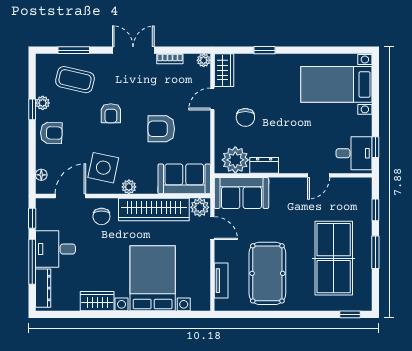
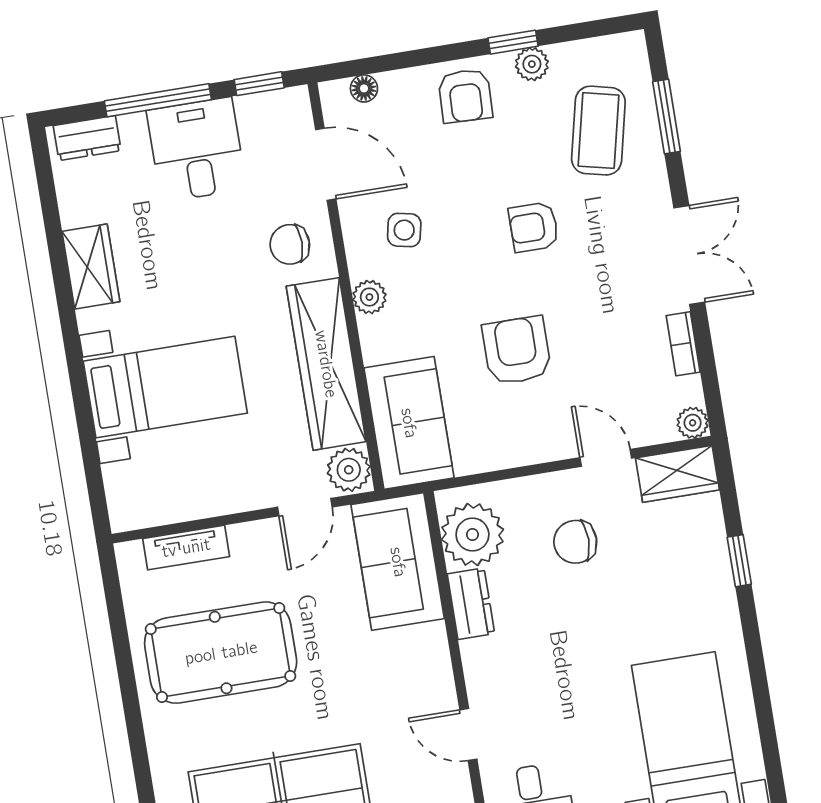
side table: (103, 168) -> (404, 230), width x0.54, depth x0.54
bed with nightstands: (153, 278) -> (165, 387), width x0.73
dresser: (43, 288) -> (87, 138), width x0.70

